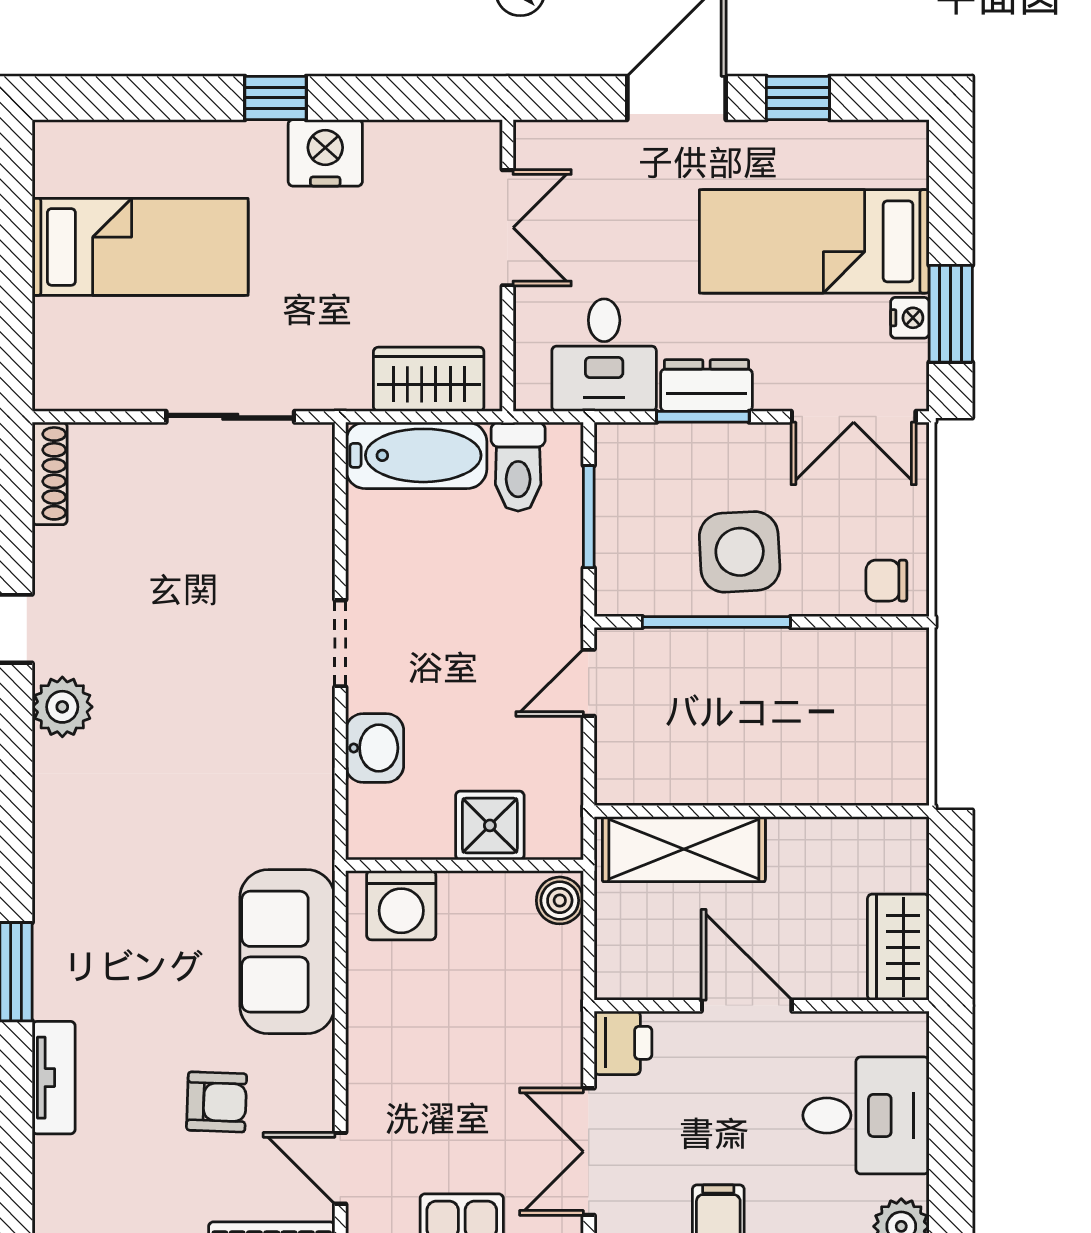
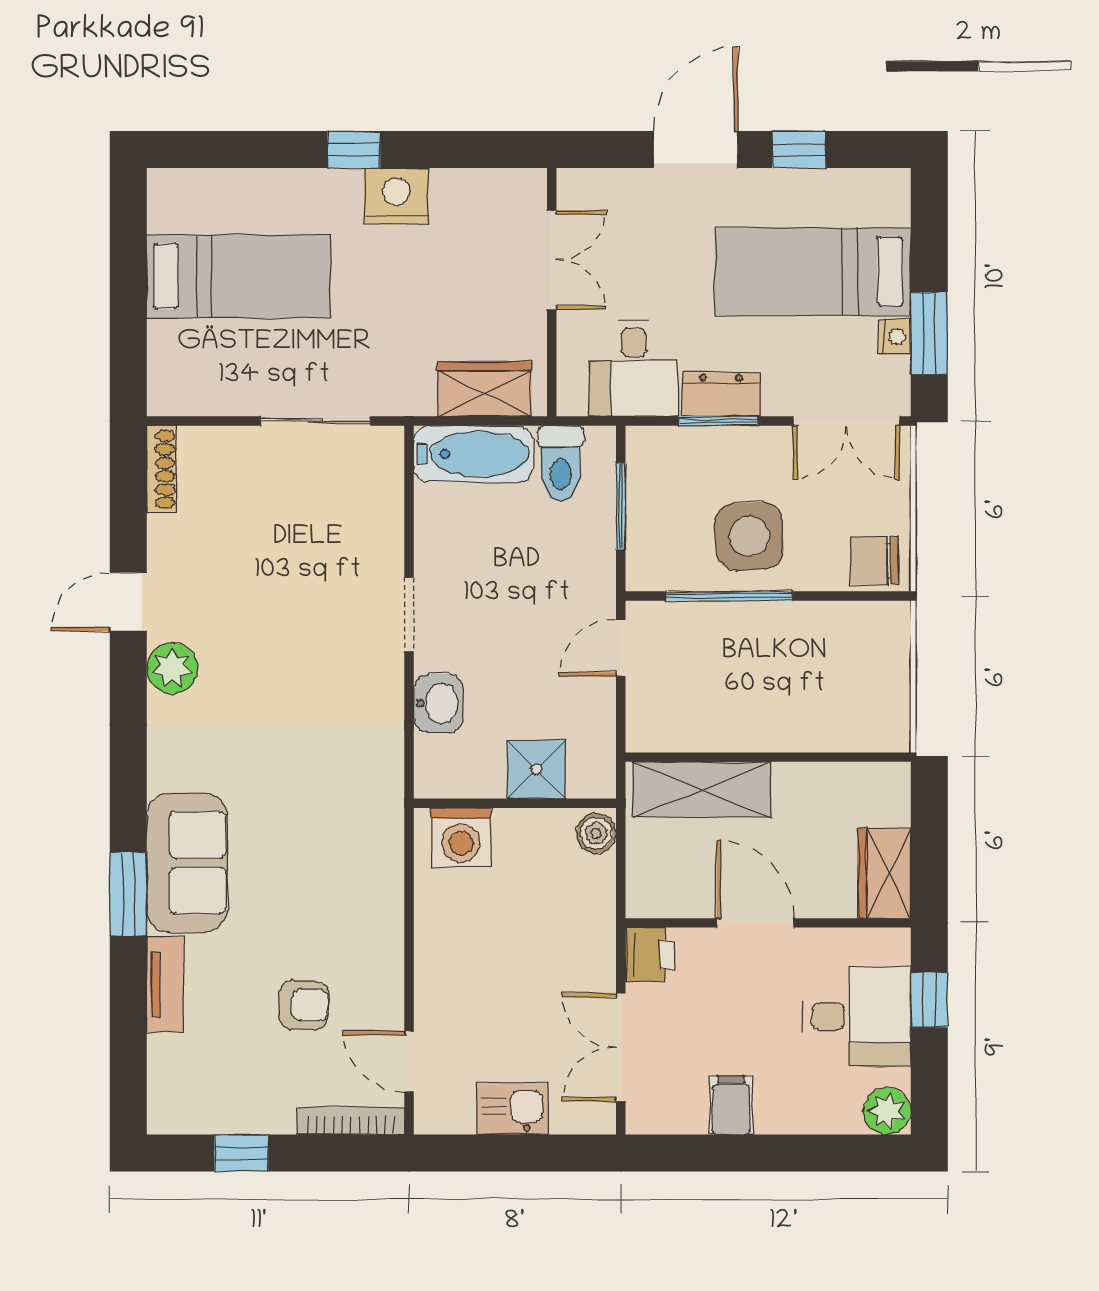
chair: (886, 581) -> (874, 561), width x1.37, depth x1.37
sofa: (287, 952) -> (187, 863), moved, turned 180
window: (951, 1096) -> (929, 1000), added

